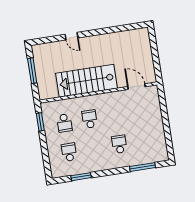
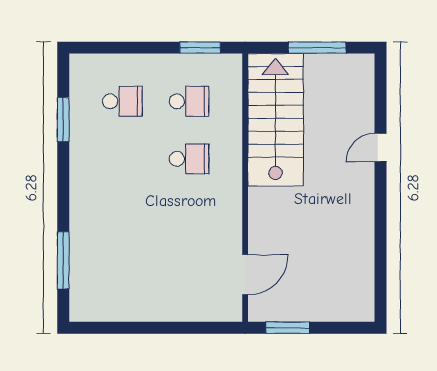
window: (157, 64) -> (288, 328), added
stairs: (87, 81) -> (276, 120), moved
school desk: (64, 123) -> (189, 101), turned 180
school desk: (119, 144) -> (122, 216), removed

